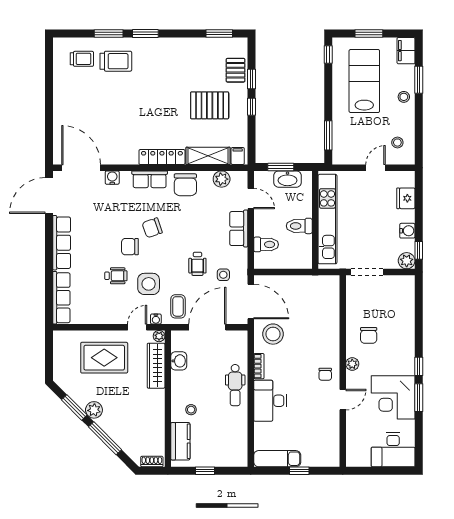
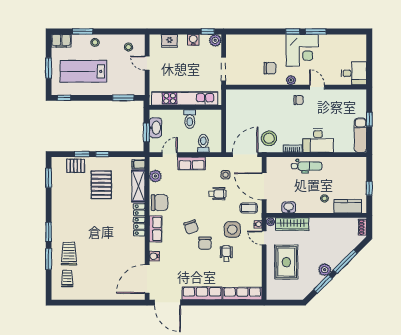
corner desk: (393, 397) -> (302, 50), moved
desk: (393, 450) -> (354, 73), moved, width x0.73

